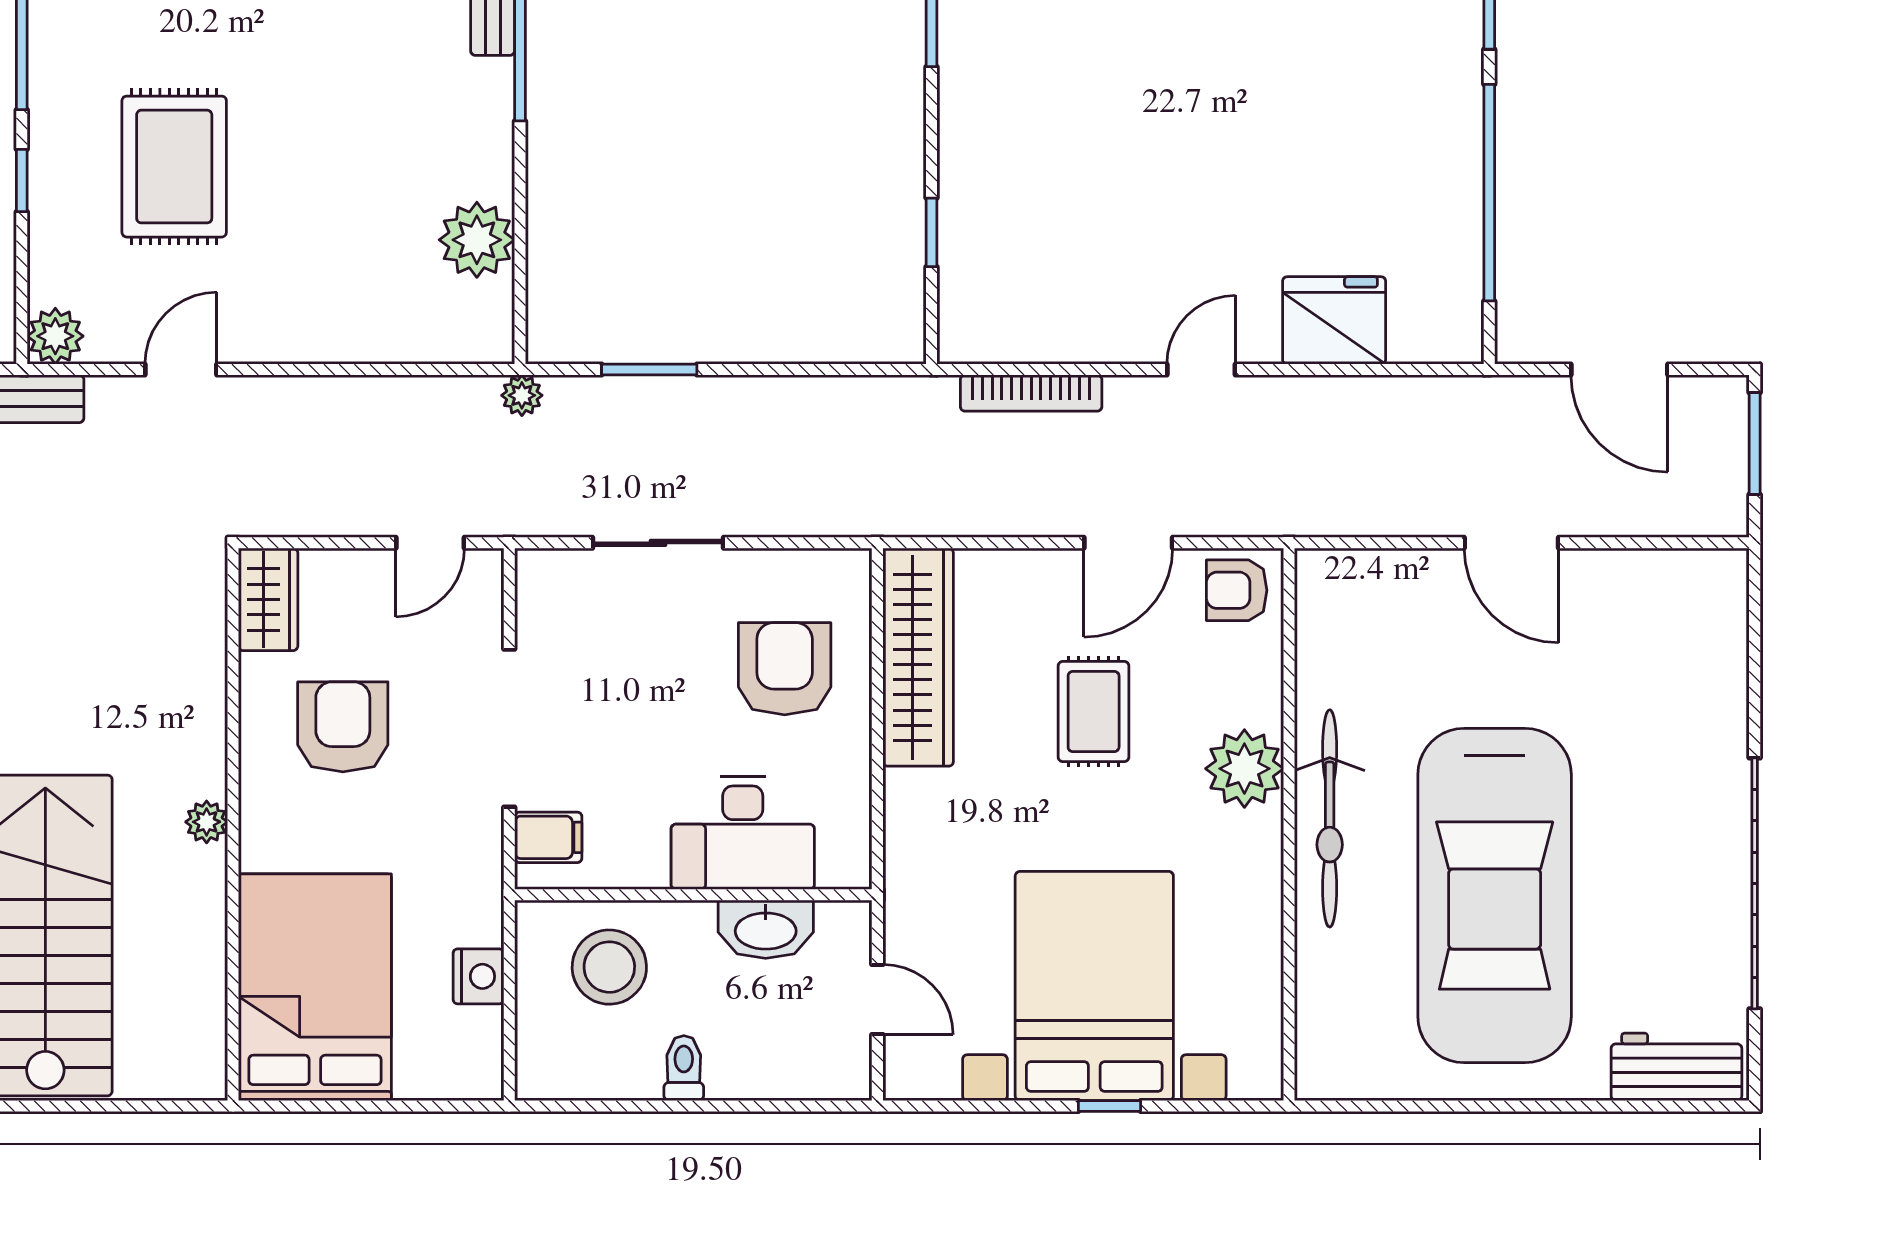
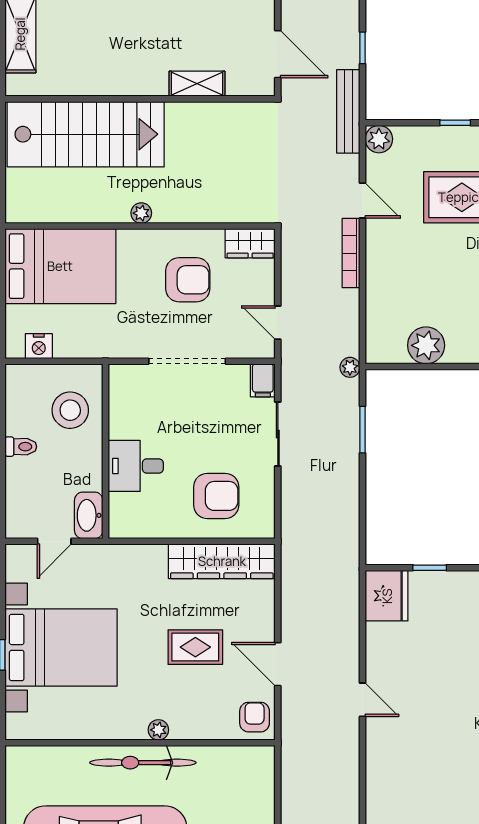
fridge: (1334, 320) -> (387, 596), moved
bookcase: (1031, 393) -> (351, 253), moved
plant: (1244, 769) -> (158, 730), width x0.53, depth x0.53
desk: (743, 833) -> (136, 466), width x0.73
filing cabinet: (548, 837) -> (263, 380), moved
washbasin: (766, 929) -> (89, 515), moved
nightstand: (478, 976) -> (39, 346), moved

